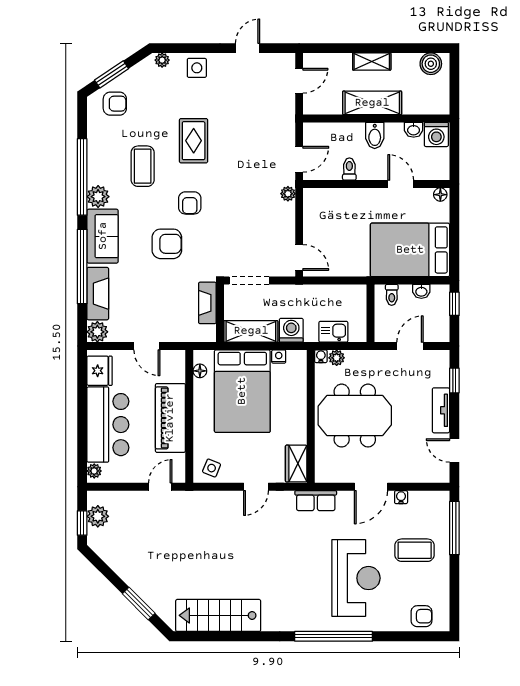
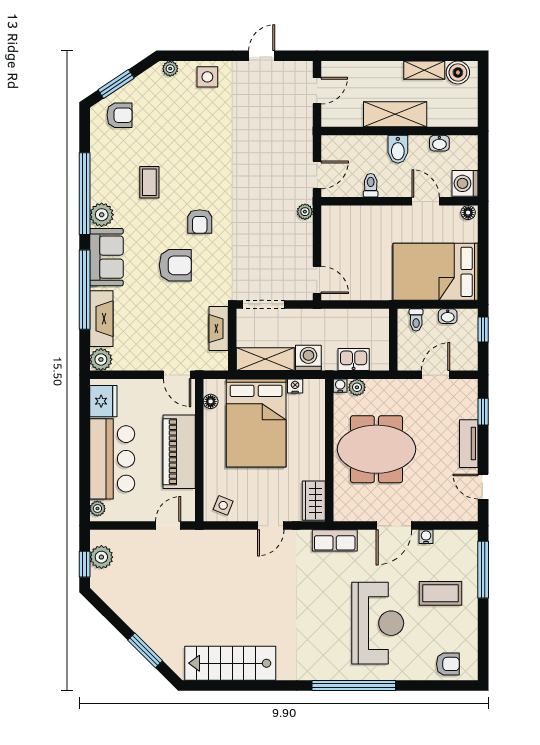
shelving: (372, 62) -> (424, 70), moved
washing machine: (436, 134) -> (465, 183), moved, turned 90
rug: (194, 141) -> (204, 155), removed
coffee table: (143, 166) -> (149, 182), width x0.73, depth x0.77
door: (147, 346) -> (177, 375), moved

